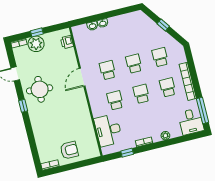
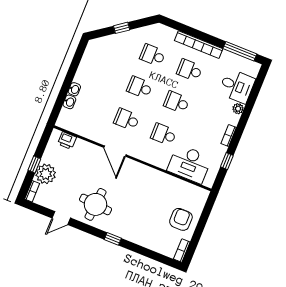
window: (23, 106) -> (113, 239), moved
desk: (191, 122) -> (237, 86), moved

